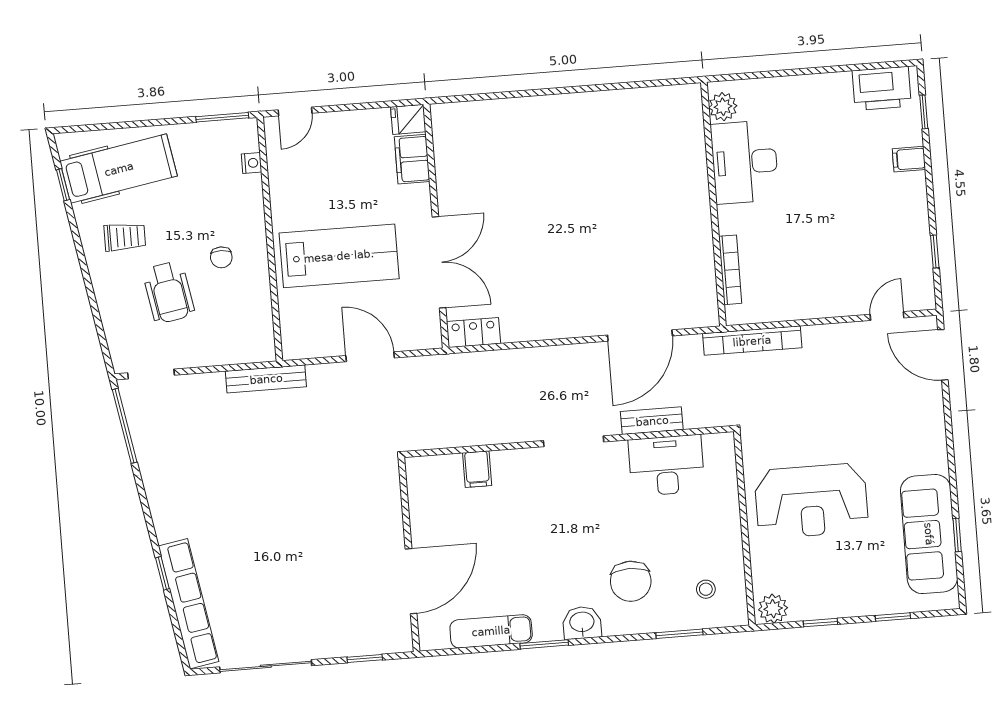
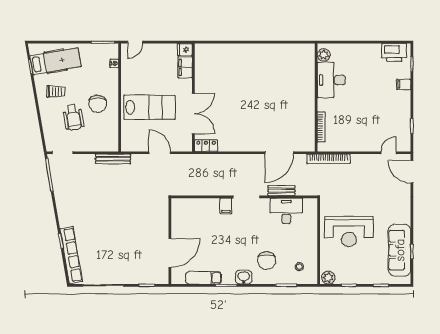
chair: (221, 257) -> (98, 104), width x1.87, depth x1.87
filing cabinet: (477, 469) -> (226, 206), moved

